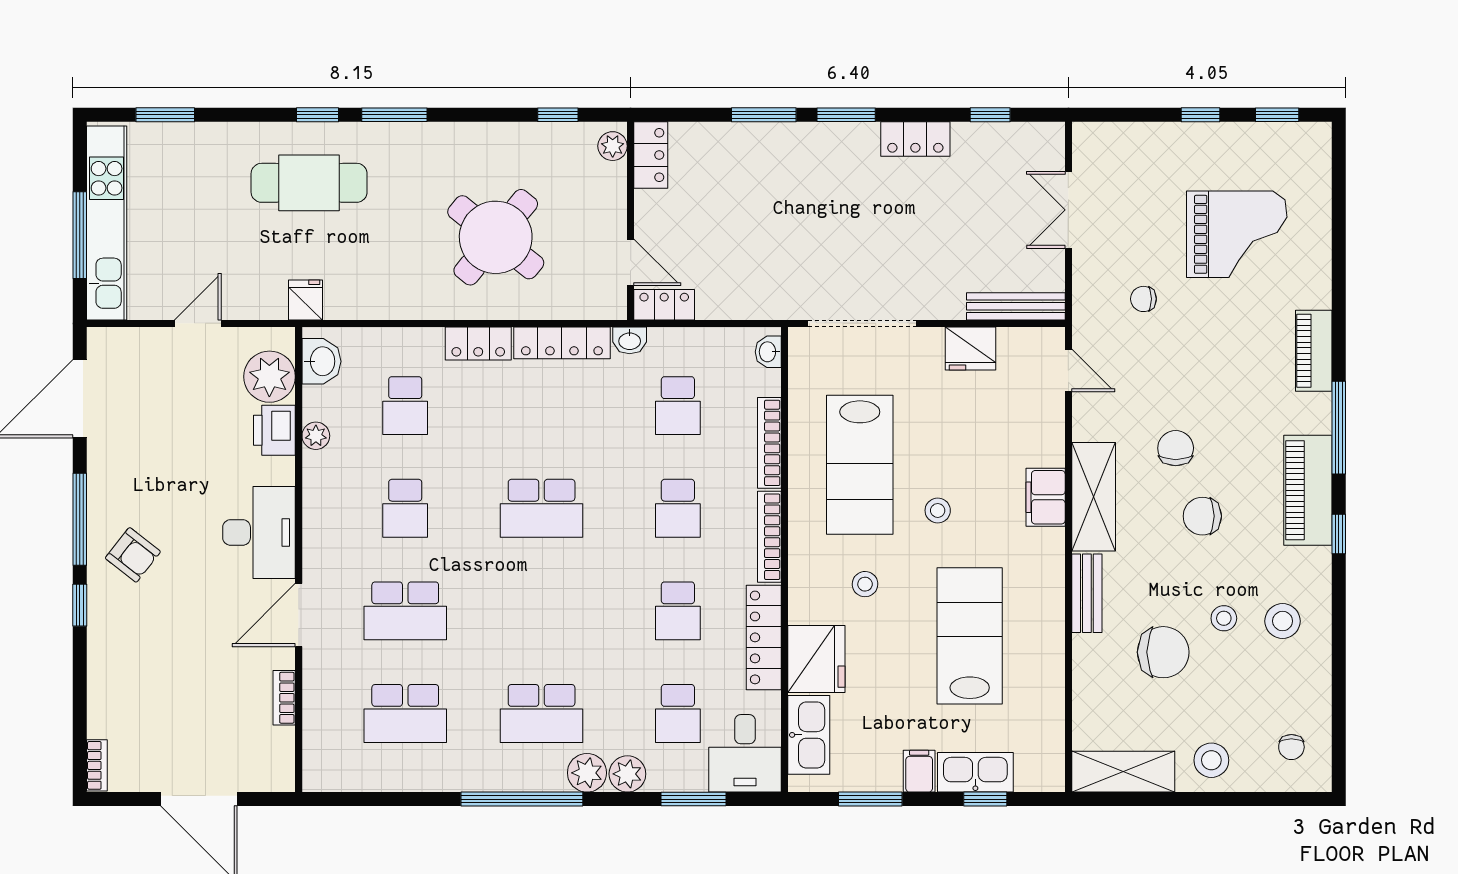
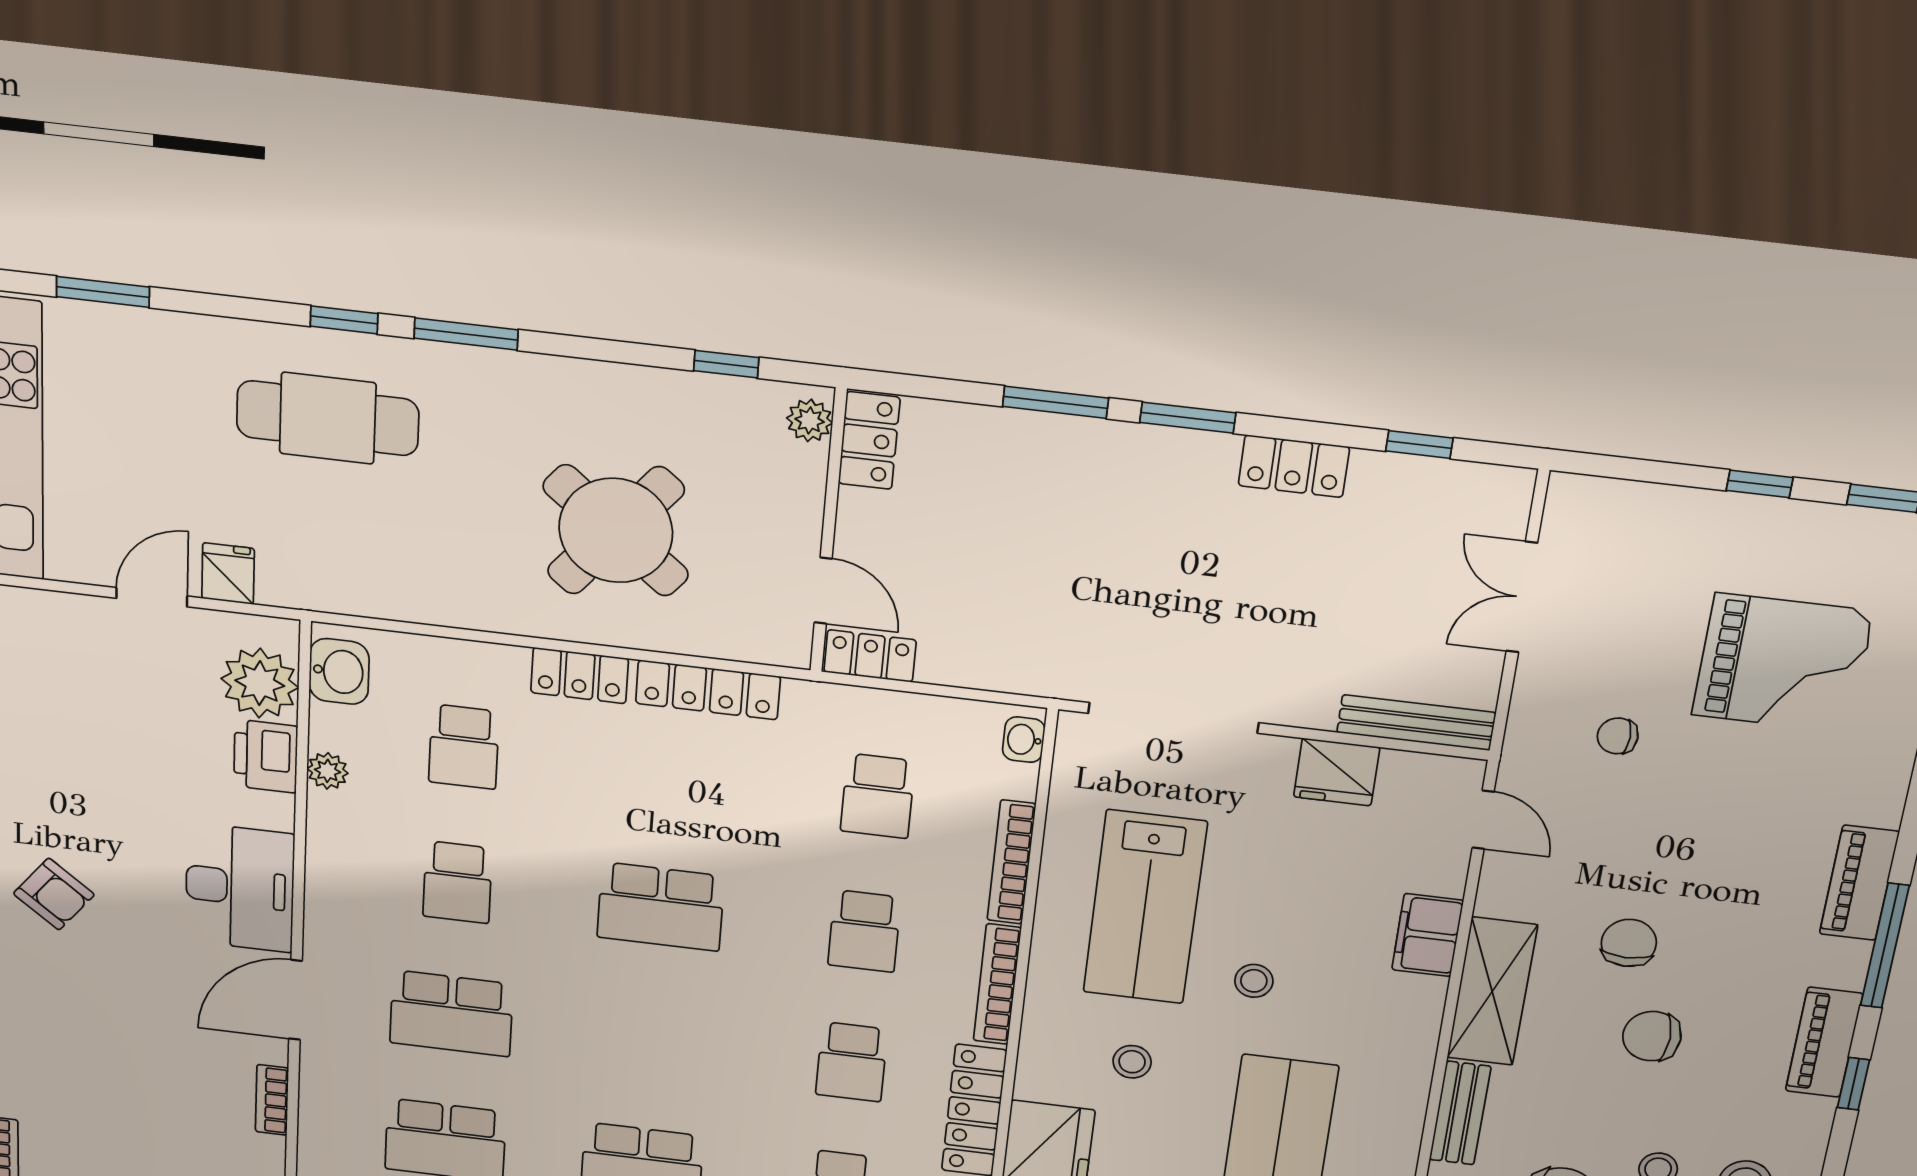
fridge: (306, 300) -> (228, 574), moved
washbasin: (630, 340) -> (812, 699), removed
piano: (1314, 351) -> (1859, 883), moved
piano: (1308, 490) -> (1824, 1042), width x0.73, depth x0.75
filing cabinet: (1046, 497) -> (1428, 935), moved

